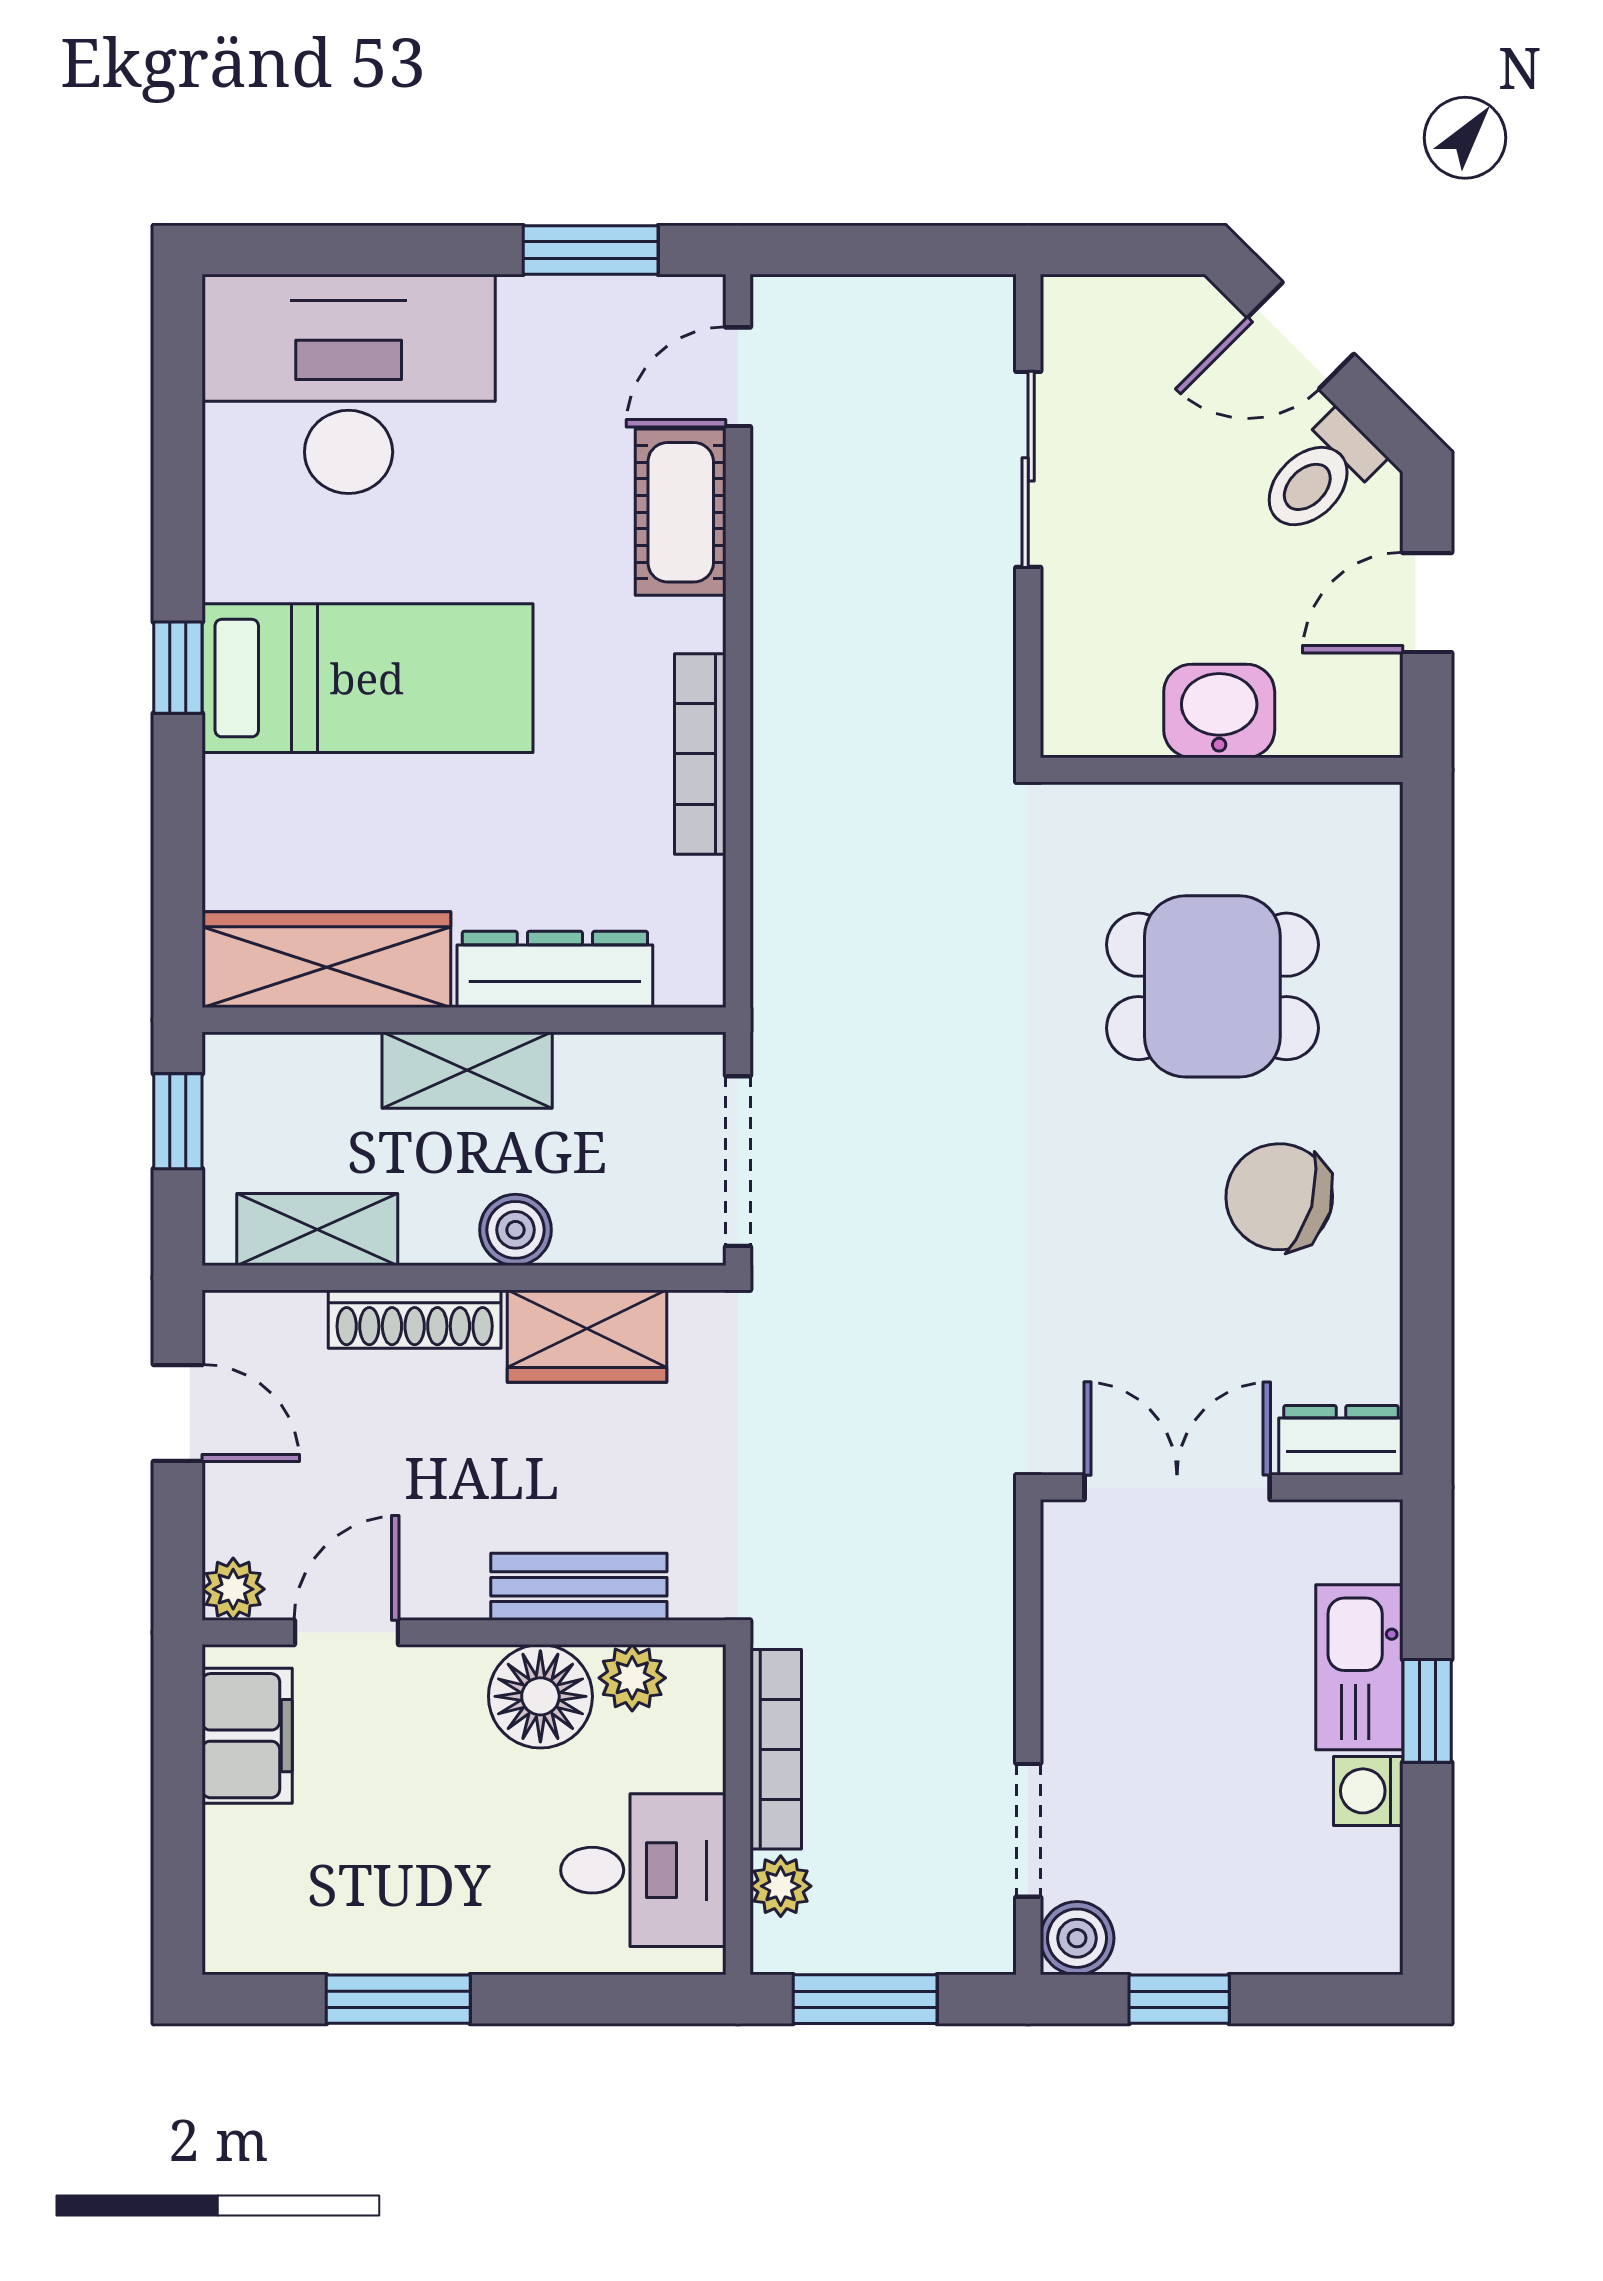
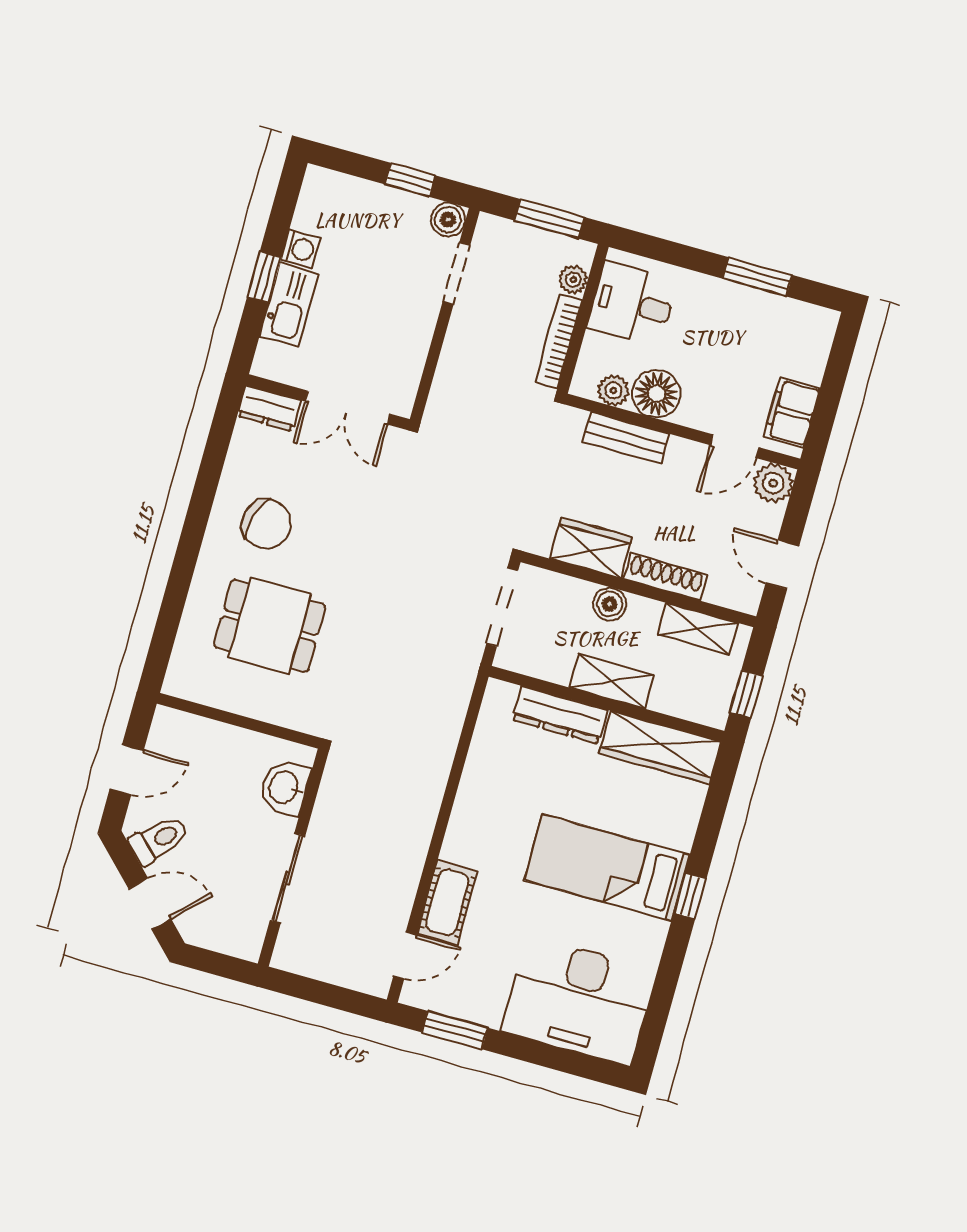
washbasin: (1219, 711) -> (285, 787), moved, turned 90
bookcase: (700, 754) -> (469, 793), removed
plant: (233, 1589) -> (773, 483), width x1.38, depth x1.38

